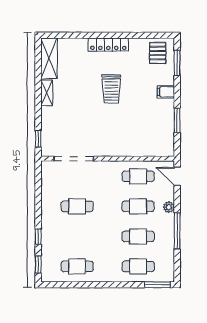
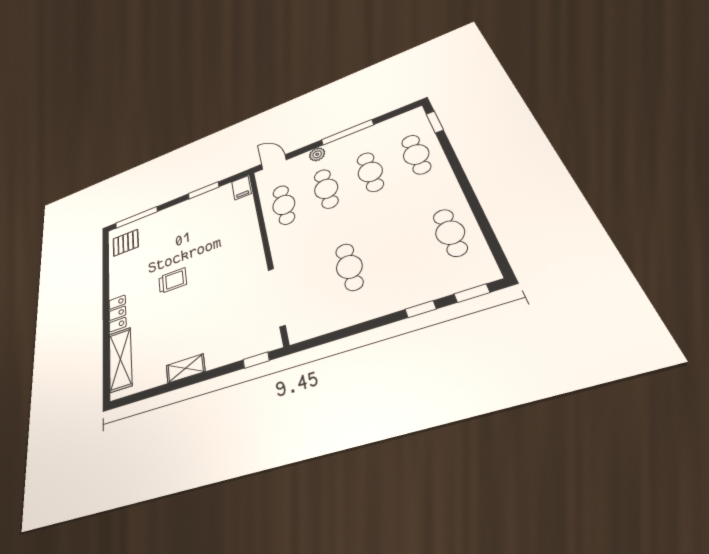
locker: (108, 45) -> (117, 313), width x0.66
shelving: (49, 58) -> (120, 359), moved, turned 90
window: (177, 63) -> (136, 217), width x1.44
trolley: (111, 89) -> (173, 281), width x0.73, depth x0.72
filing cabinet: (166, 92) -> (241, 188), moved
door: (177, 176) -> (274, 162), swing flipped
window: (157, 285) -> (435, 122), width x0.67

